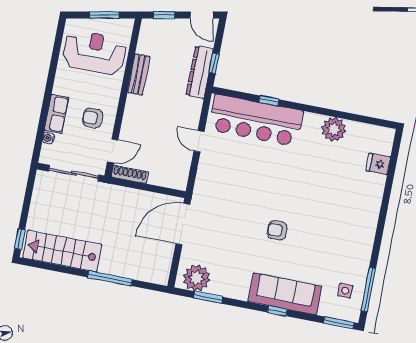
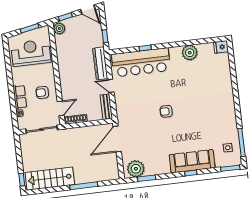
plant: (149, 30) -> (59, 29), added
dresser: (200, 72) -> (100, 63), moved
bench: (139, 74) -> (106, 107), moved
fridge: (378, 164) -> (221, 47), moved
armchair: (277, 230) -> (166, 111), moved

